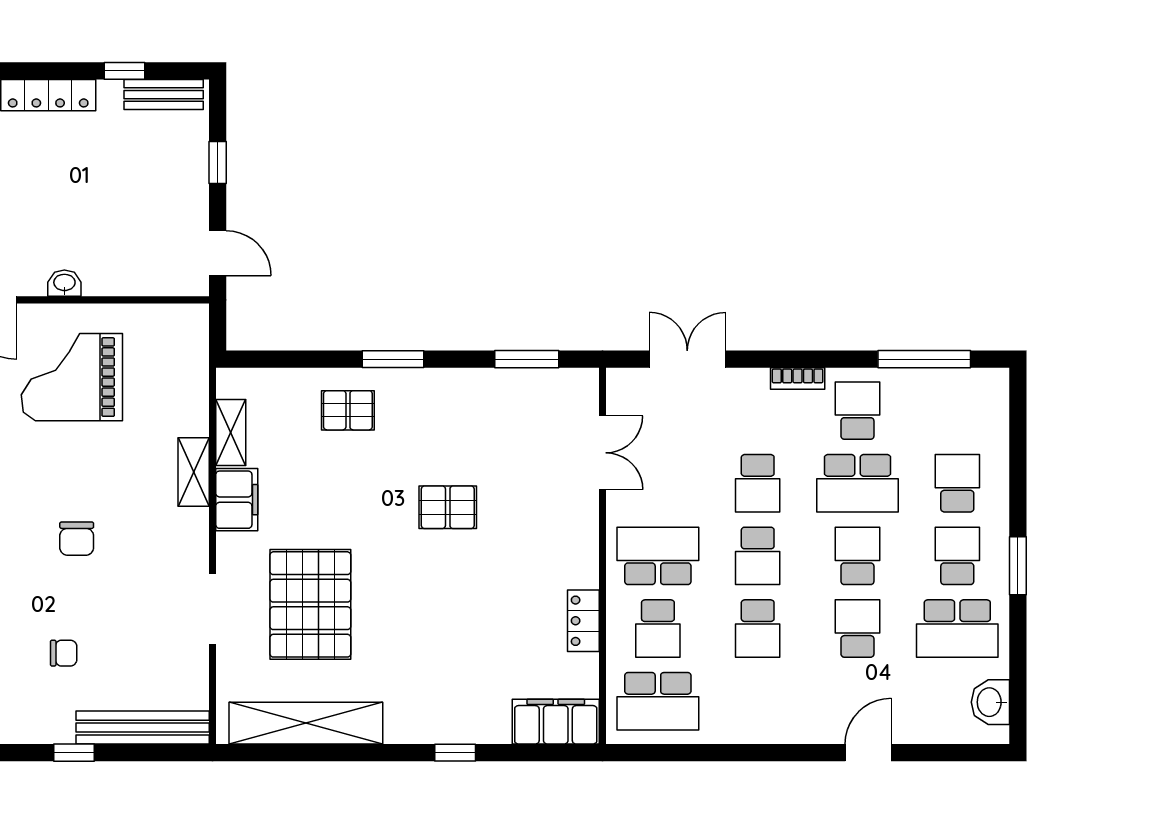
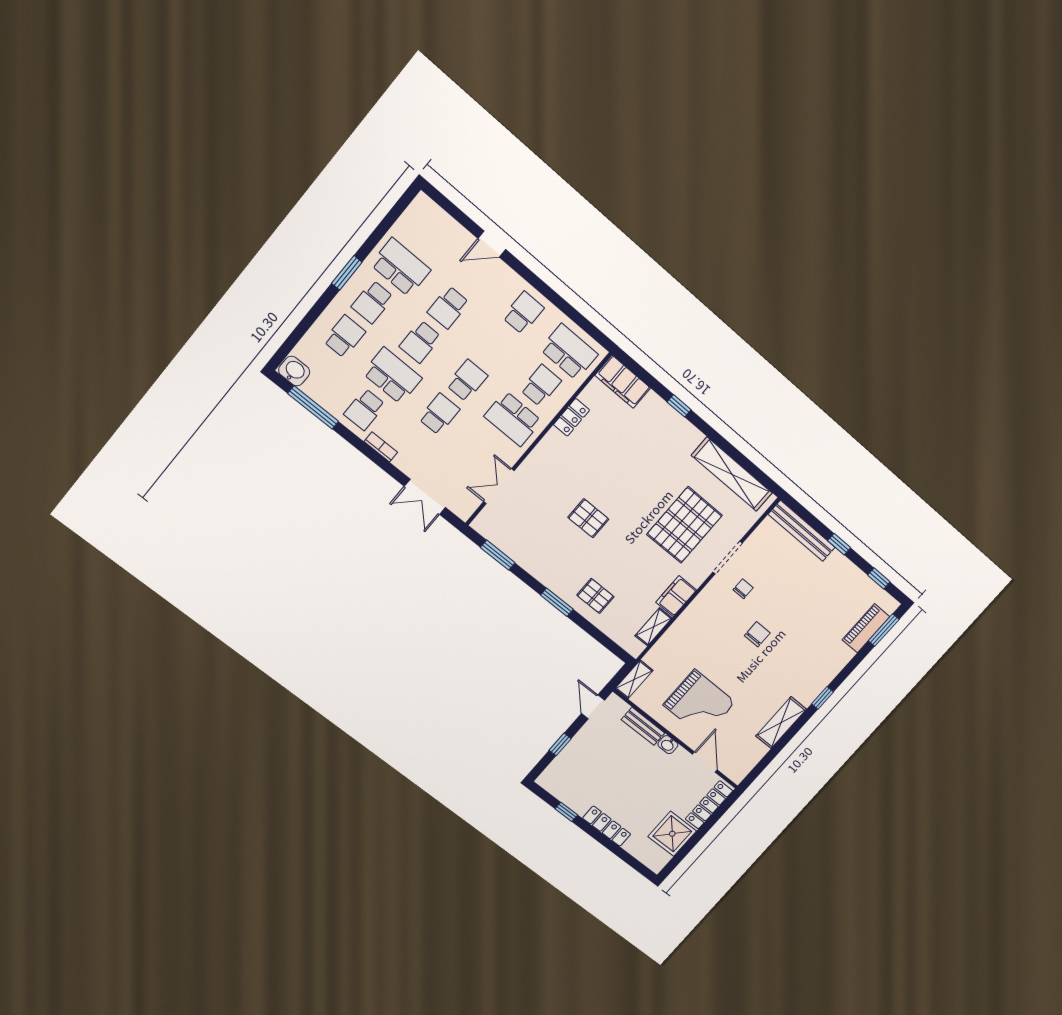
bench: (164, 95) -> (643, 726), moved
shelving: (194, 472) -> (634, 679), moved
school desk: (957, 483) -> (344, 336), turned 180
school desk: (758, 629) -> (523, 313), moved
chair: (64, 653) -> (743, 589), moved, turned 90
washbasin: (990, 702) -> (294, 371), moved, turned -90

